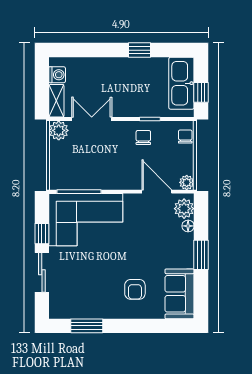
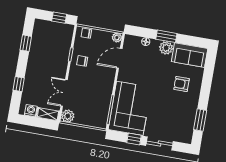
window: (93, 50) -> (19, 84), added
window: (140, 50) -> (26, 43), moved
kitchen sink: (181, 83) -> (51, 29), removed
plant: (184, 209) -> (166, 48), moved
armchair: (135, 289) -> (182, 84), turned 180

